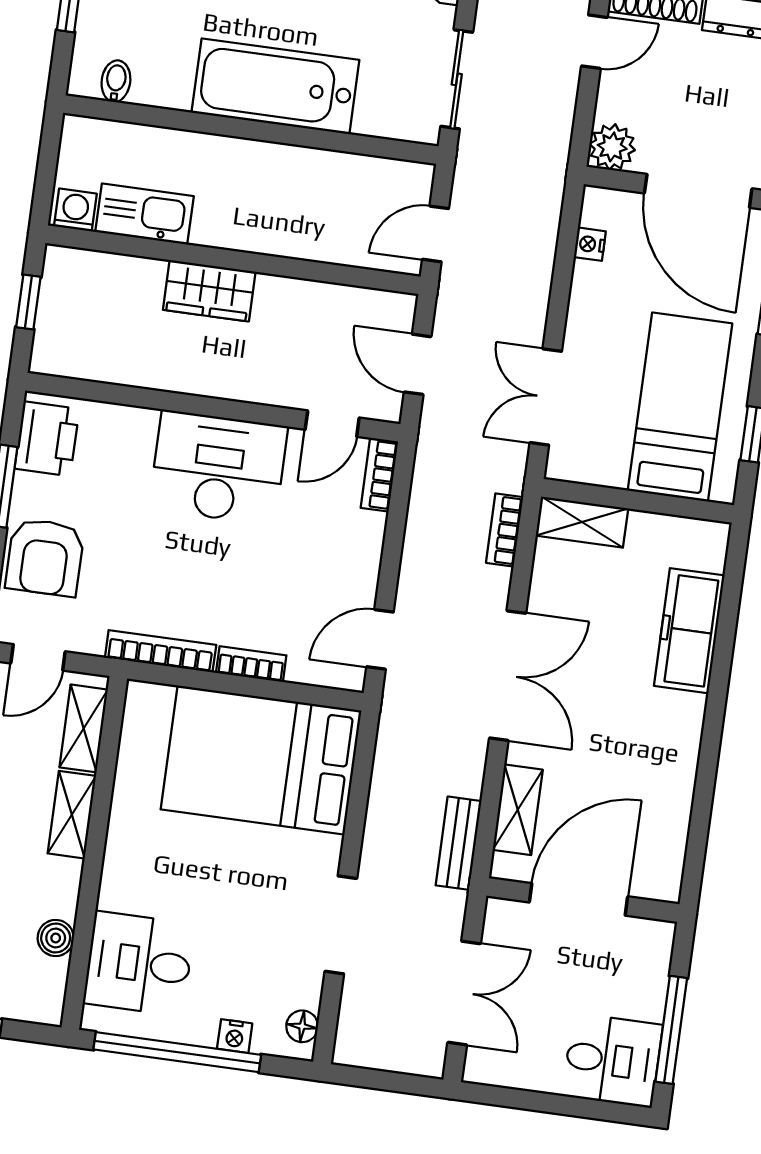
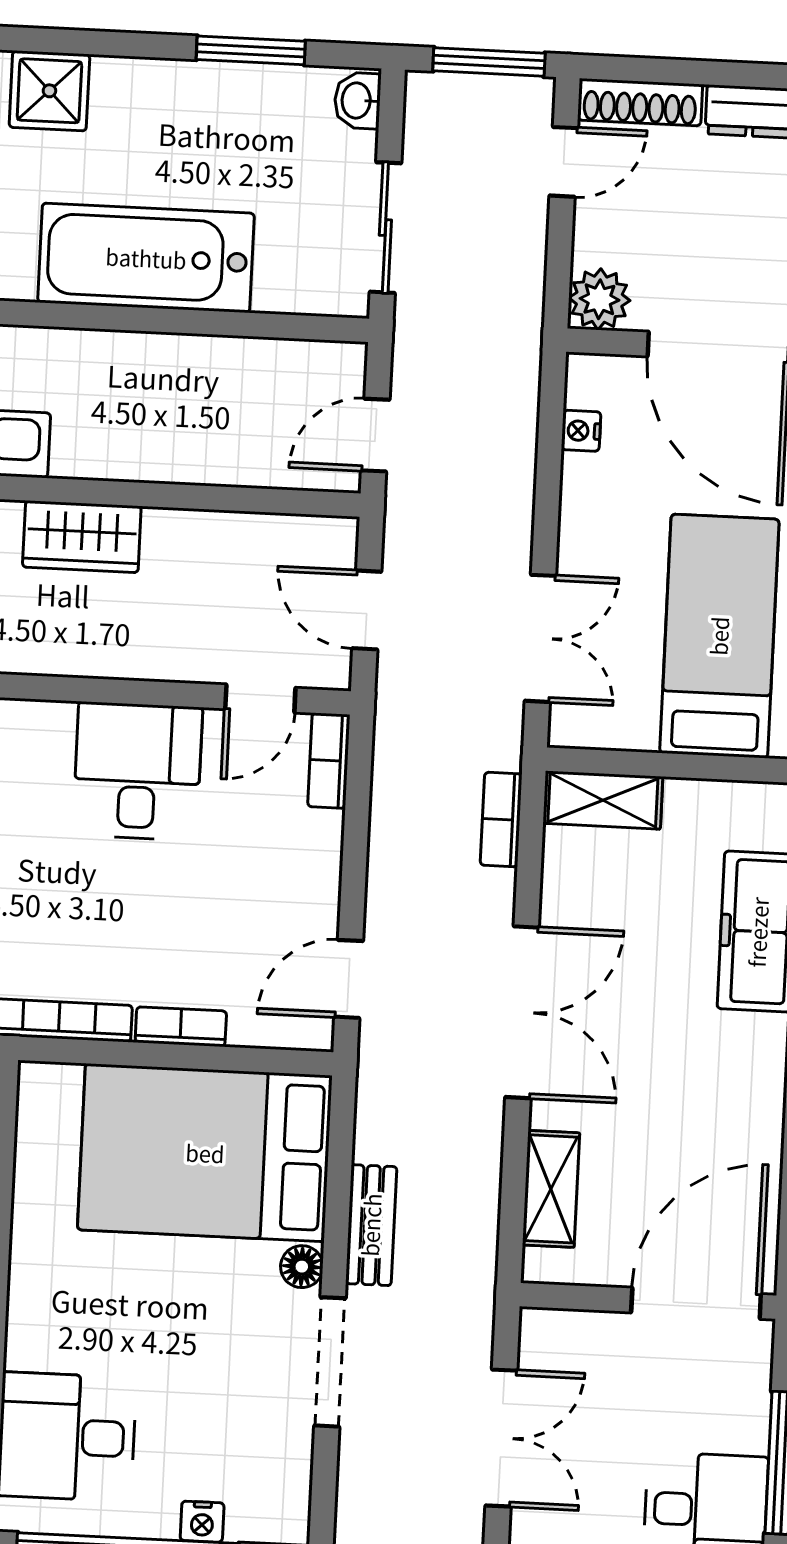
double door: (546, 397) -> (540, 638), swing flipped
desk: (218, 468) -> (138, 771), width x0.73
bench: (459, 843) -> (371, 1225), moved
door: (579, 899) -> (696, 1303), moved
floor lamp: (302, 1026) -> (302, 1267), moved

